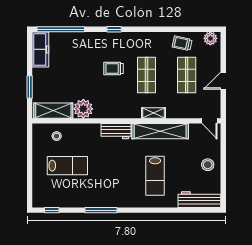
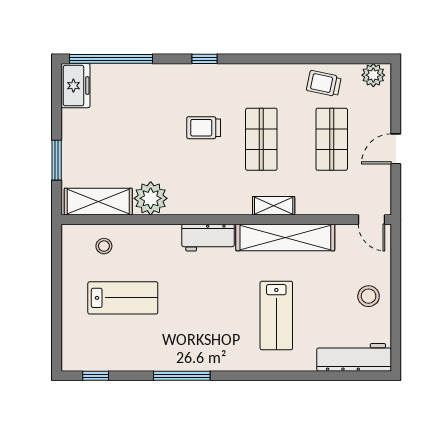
freezer: (40, 49) -> (76, 86), width x0.71

